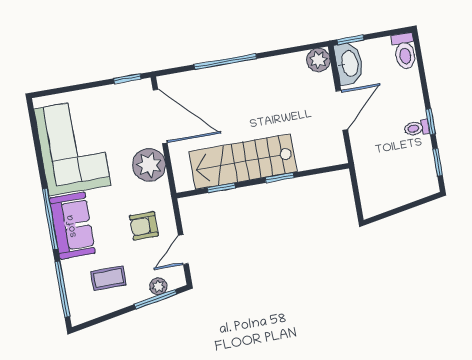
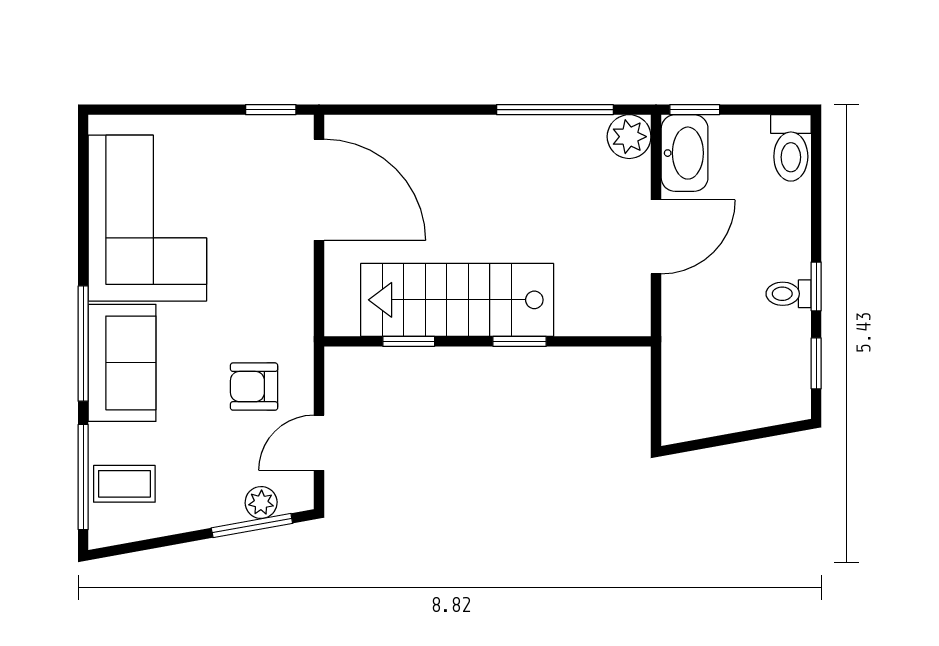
window: (225, 62) -> (555, 110), moved
plant: (149, 165) -> (283, 276), removed
coffee table: (109, 278) -> (124, 484), moved

